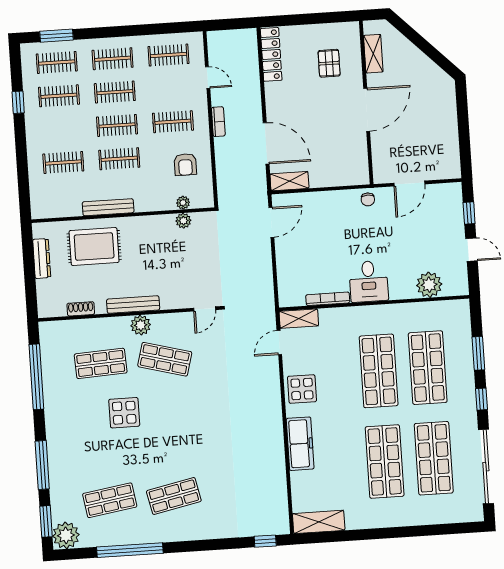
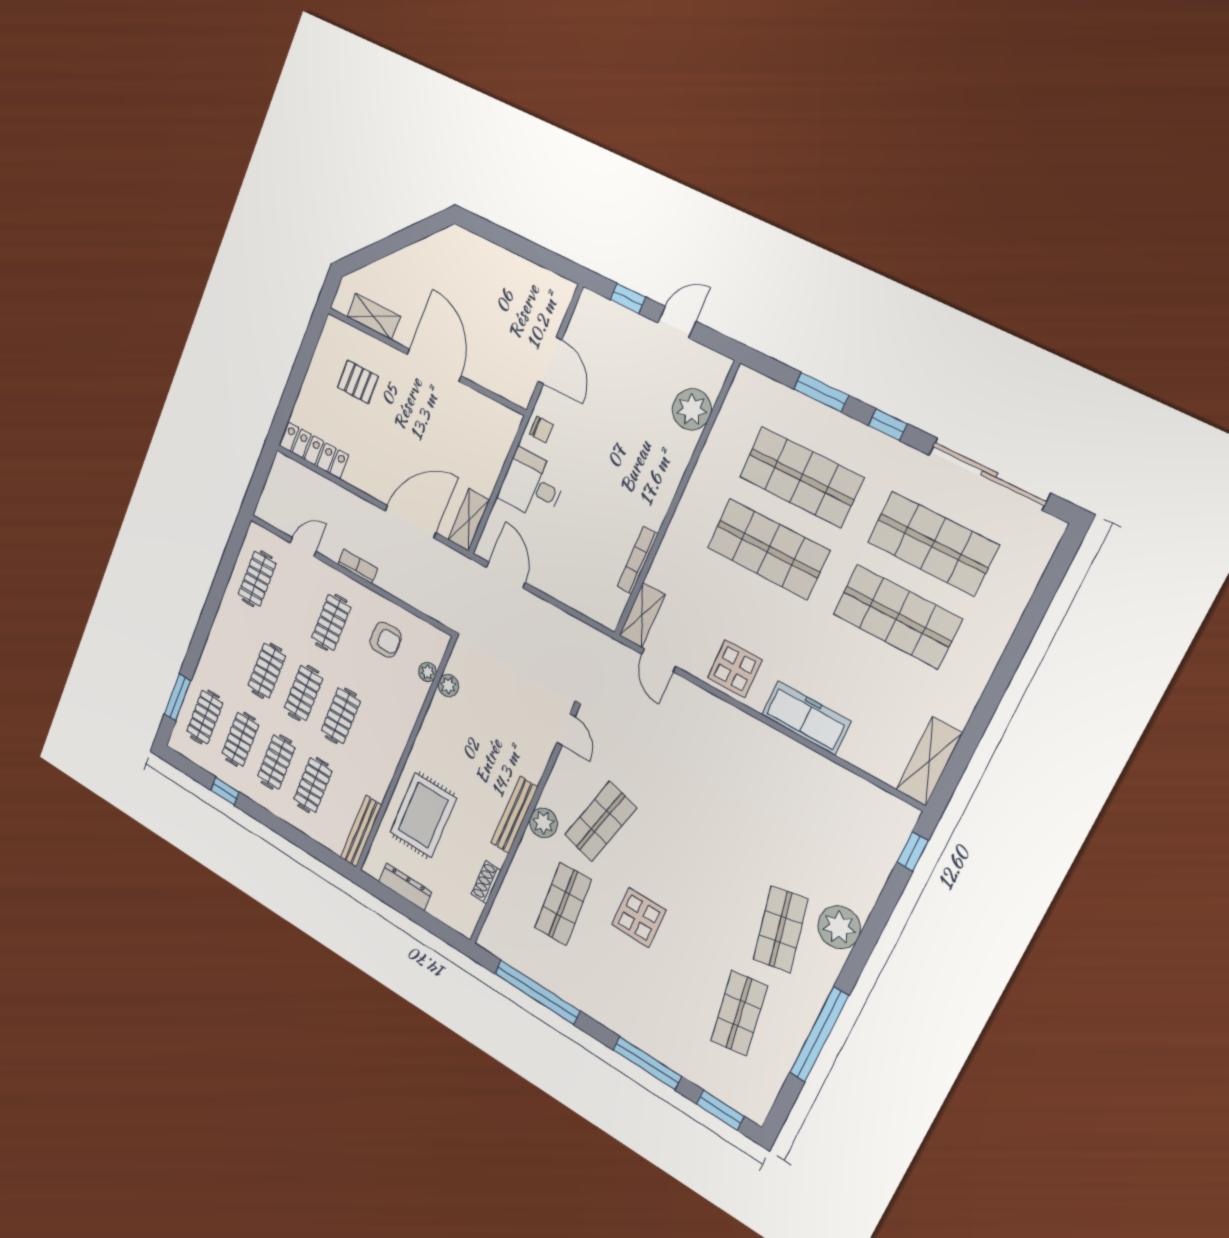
clothes rail: (113, 59) -> (276, 762), moved
bench: (108, 207) -> (361, 831), moved
desk: (369, 281) -> (532, 485), moved, turned 180
plant: (66, 535) -> (839, 927), moved

